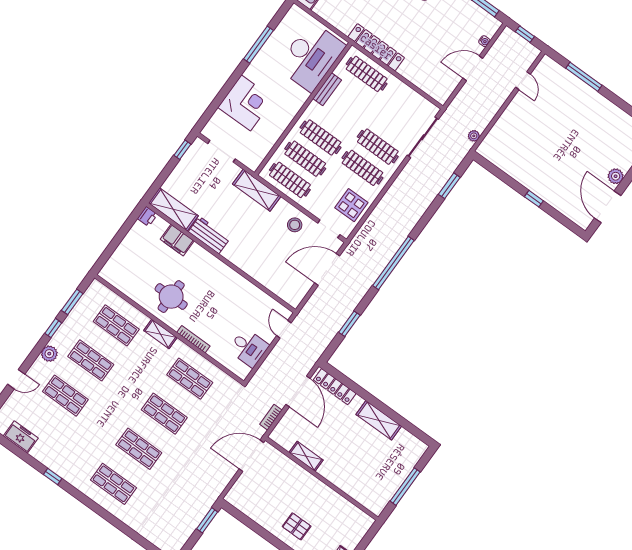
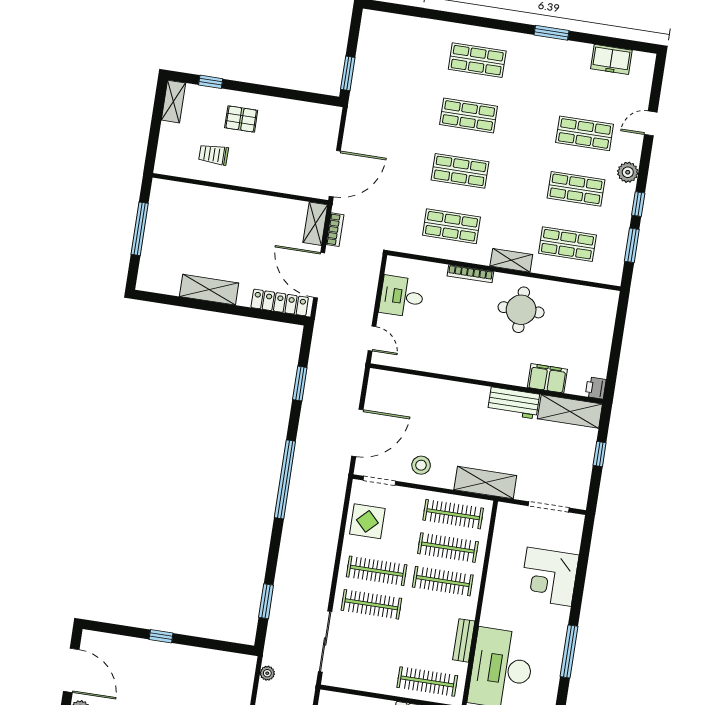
window: (182, 150) -> (600, 454), moved
shelving: (306, 456) -> (315, 224), moved, turned 90
window: (53, 477) -> (552, 33), width x1.50
trolley: (328, 512) -> (214, 155), added

